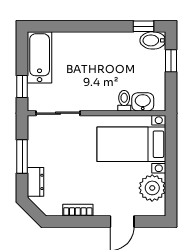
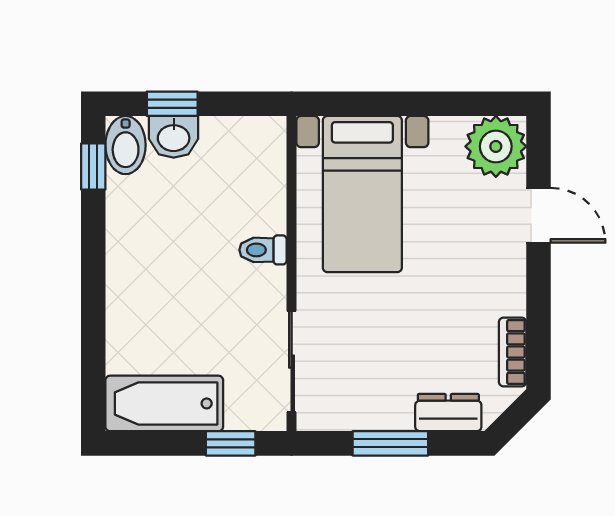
toilet: (124, 101) -> (263, 250), moved
washbasin: (143, 102) -> (174, 137), moved, turned -90
plant: (152, 188) -> (496, 146), moved
bookcase: (78, 210) -> (513, 352), moved

